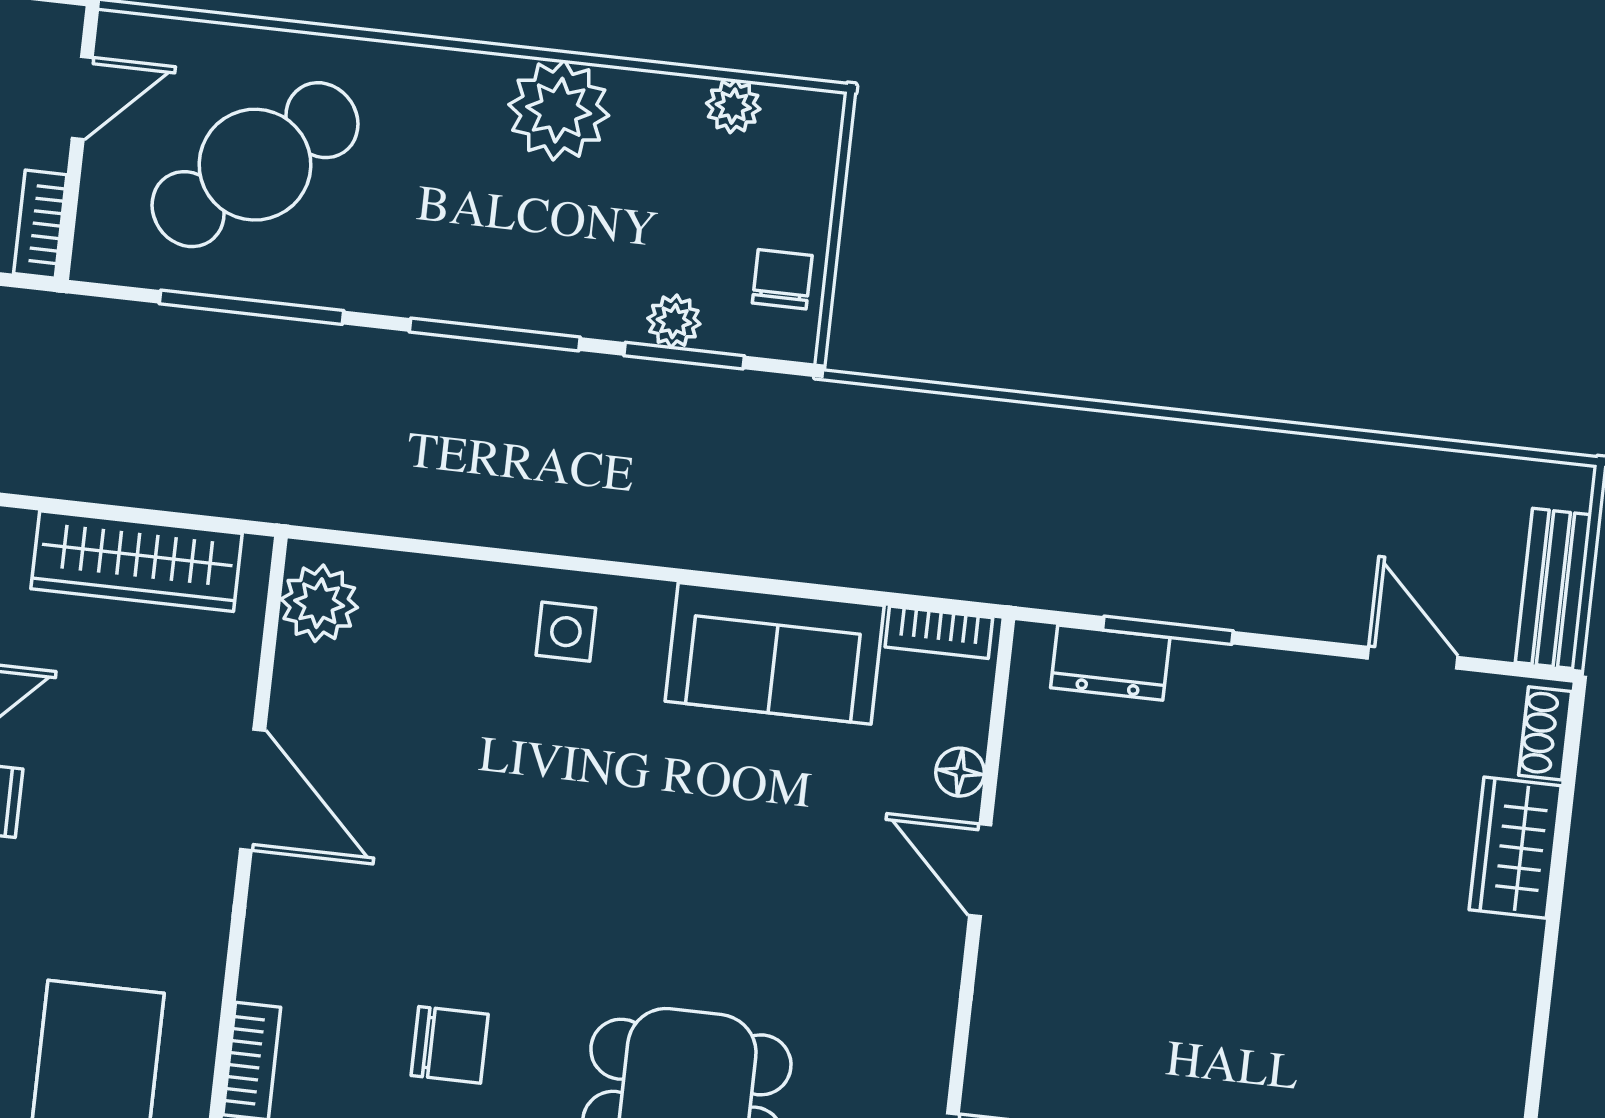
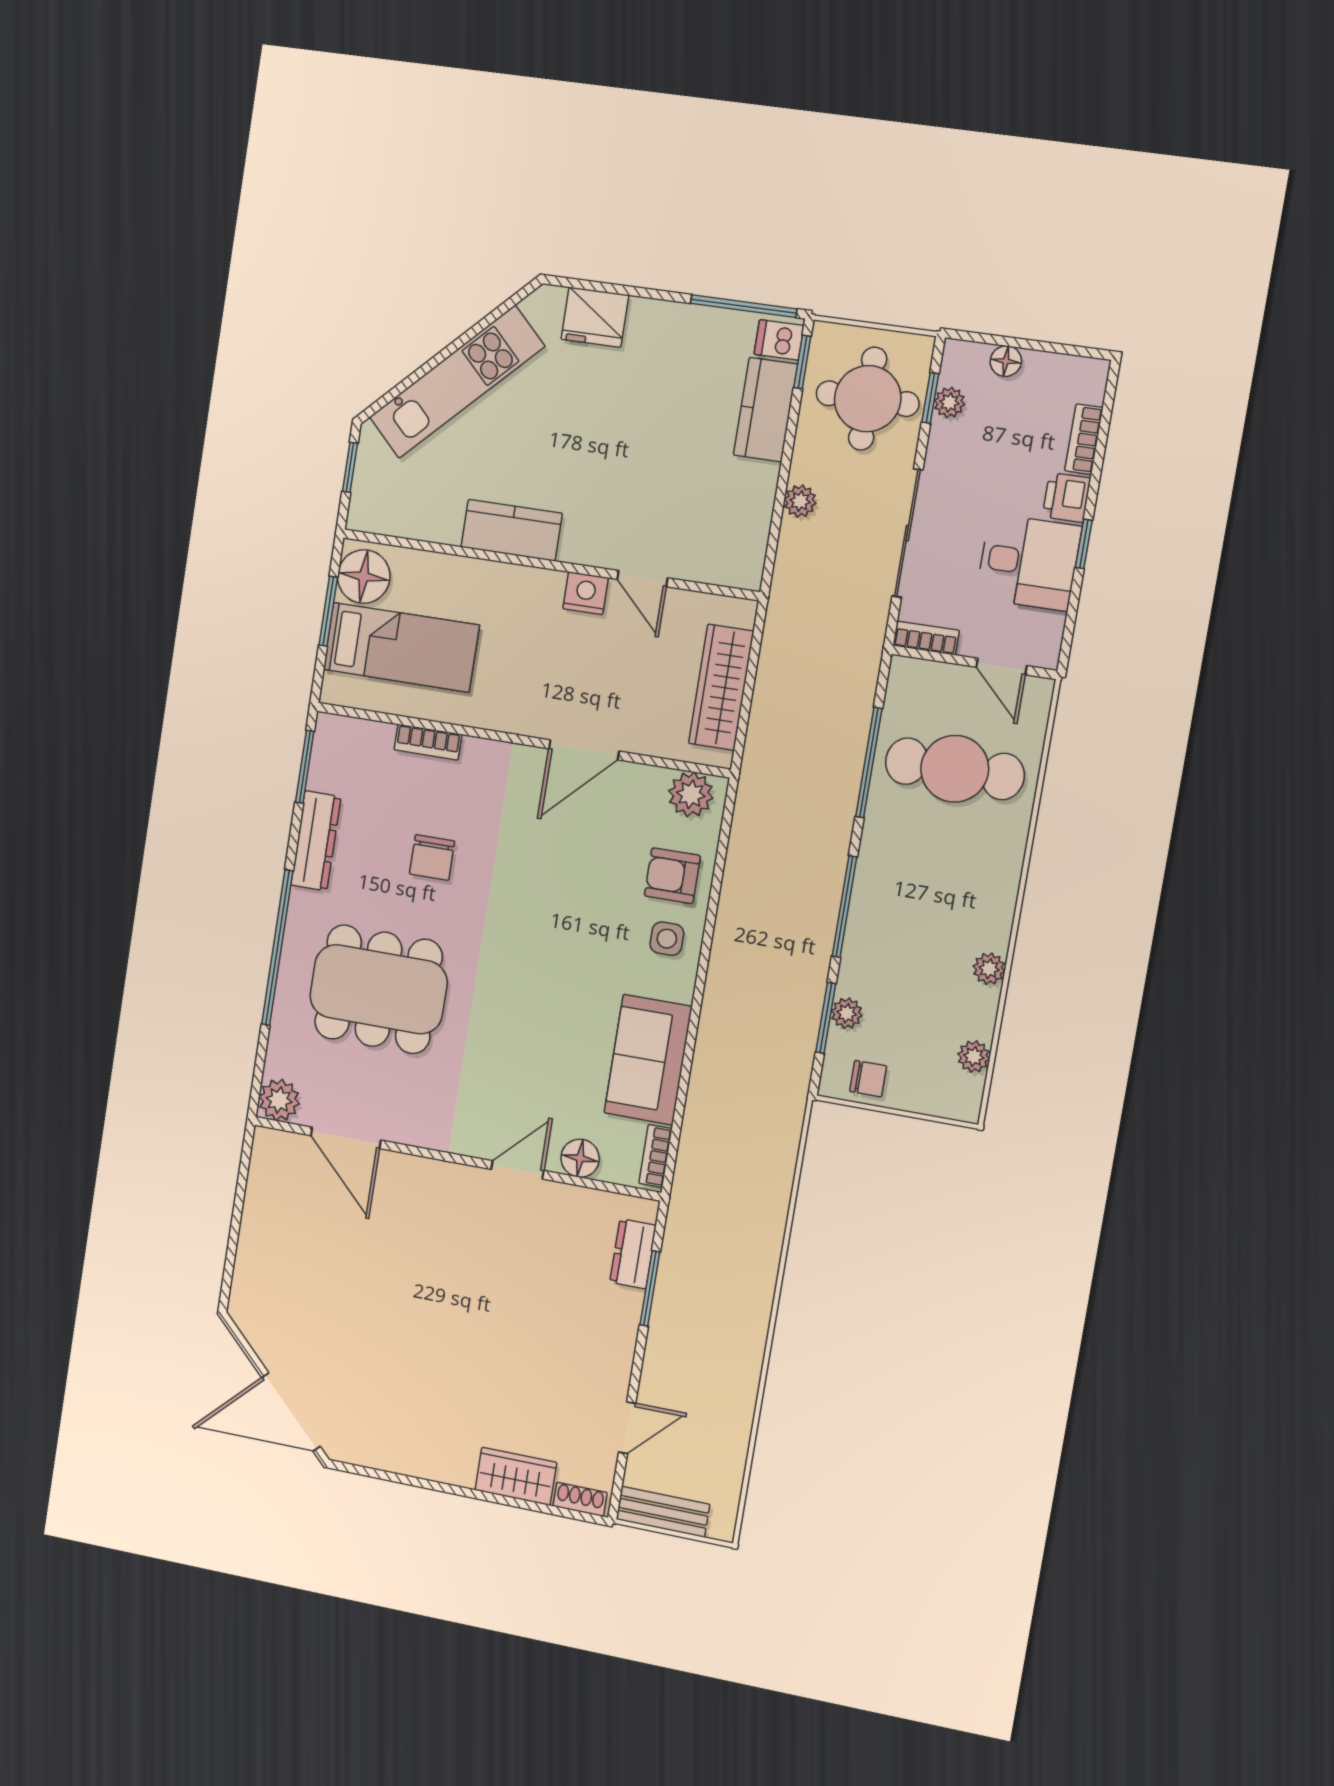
plant: (559, 110) -> (989, 969), width x0.53, depth x0.53
cafe table: (255, 165) -> (955, 769), turned -50
armchair: (458, 628) -> (672, 876), added
floor lamp: (960, 772) -> (580, 1158), width x1.37, depth x1.37

